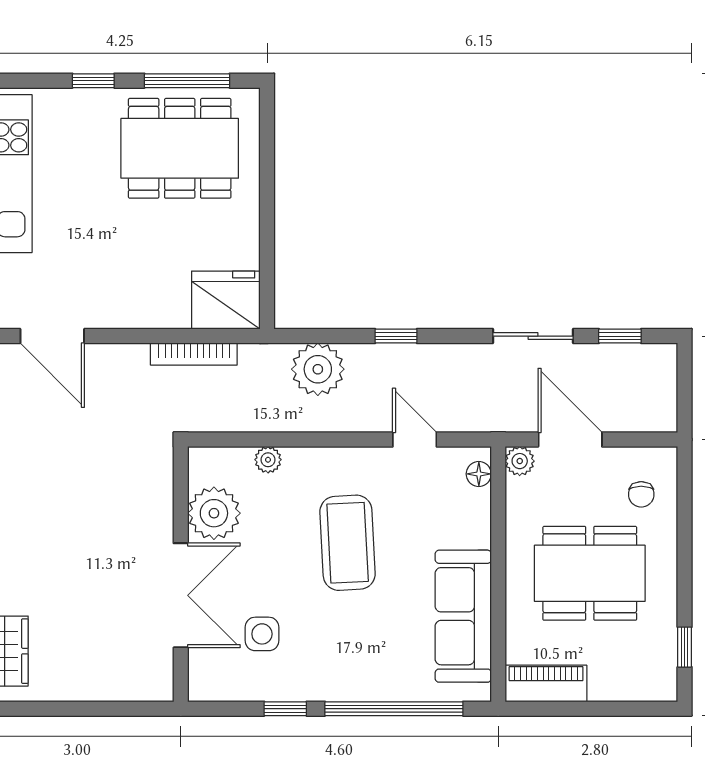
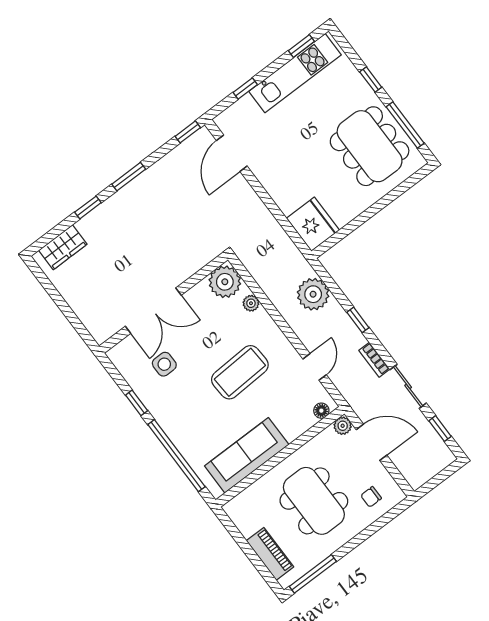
bookcase: (194, 354) -> (374, 360), moved, width x0.64
door: (570, 440) -> (372, 442), hinge flipped
plant: (214, 513) -> (225, 282), moved
window: (685, 647) -> (313, 574), width x2.17
piano: (546, 683) -> (270, 554), moved

